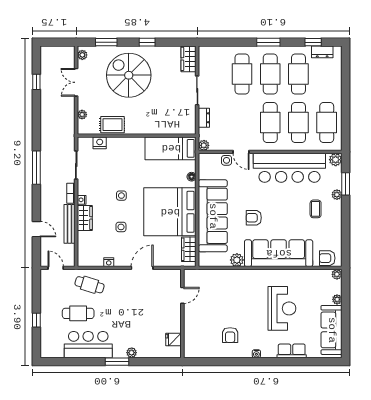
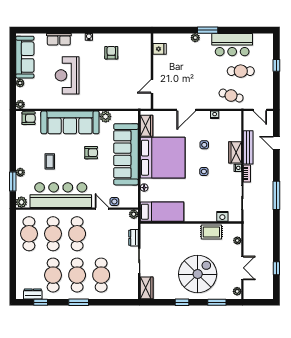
spiral stairs: (129, 75) -> (198, 274), turned -90
coffee table: (316, 209) -> (50, 161), moved

